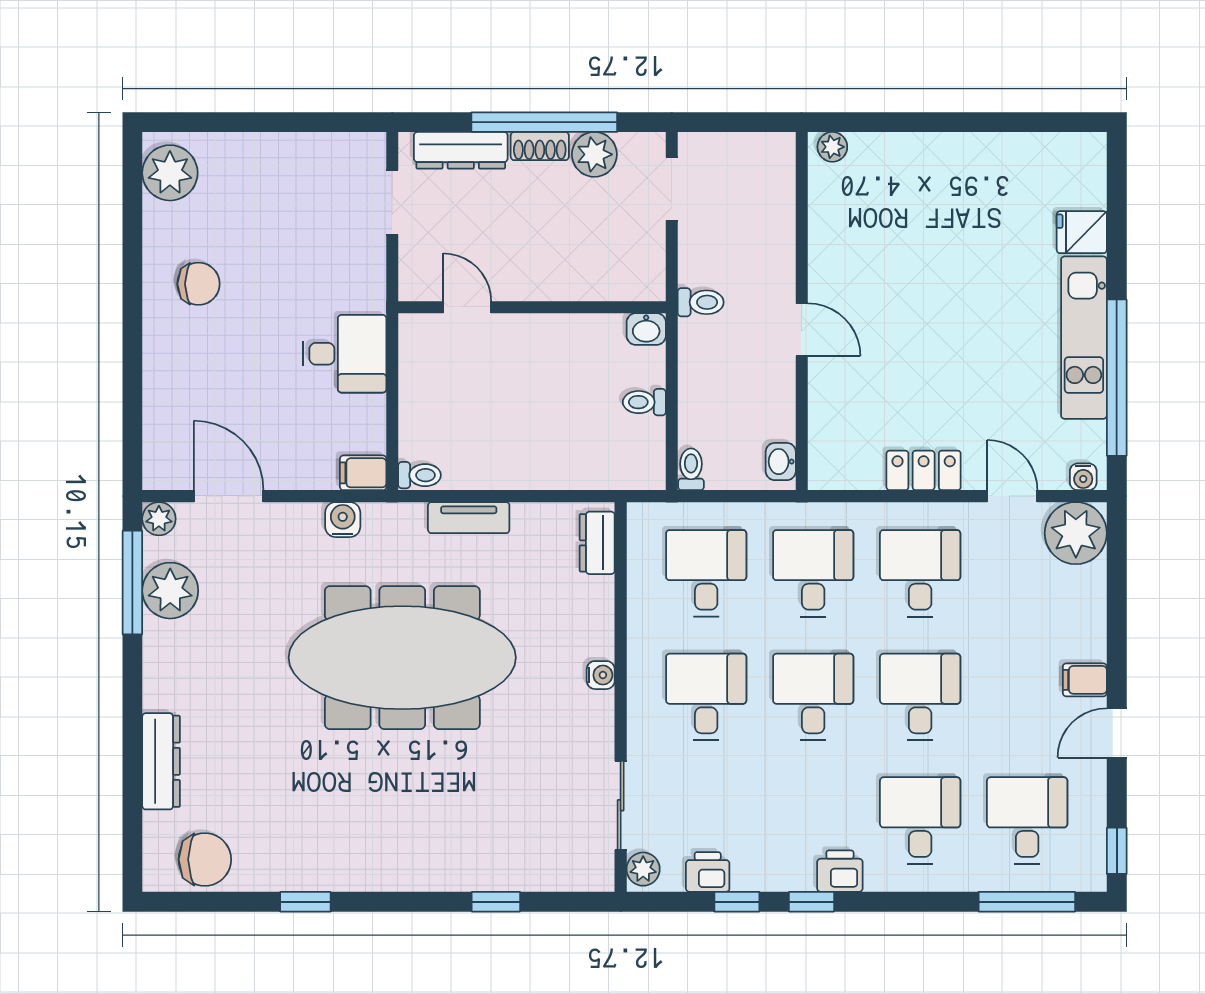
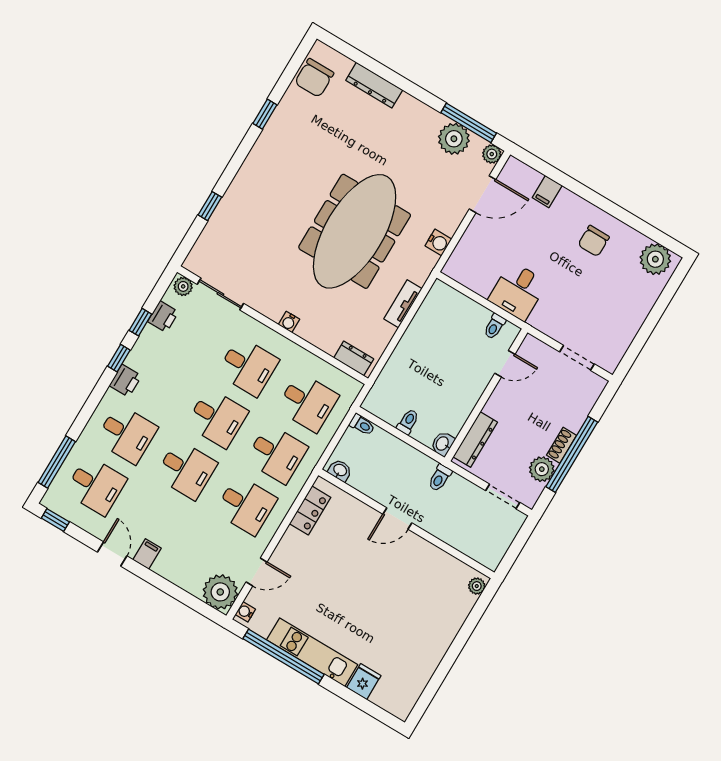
dresser: (461, 150) -> (475, 440), moved, turned 180
locker: (924, 470) -> (310, 510), moved
filing cabinet: (363, 473) -> (547, 192), moved, turned 180
toilet: (420, 475) -> (494, 326), moved

